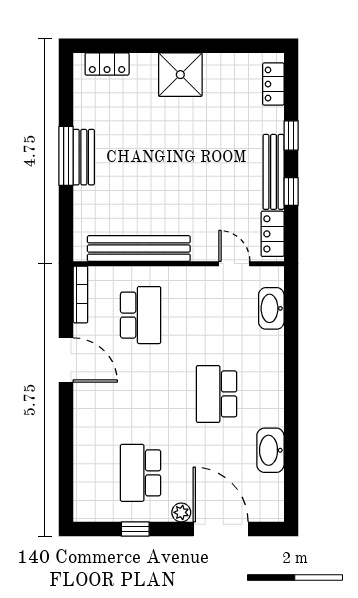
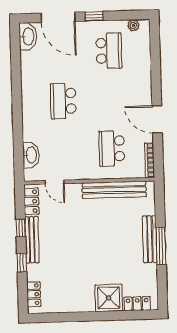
shower: (180, 75) -> (109, 298), moved
bench: (84, 157) -> (150, 239), width x1.36
school desk: (217, 394) -> (63, 101), turned 180
washbasin: (270, 450) -> (28, 36), moved
plant: (181, 512) -> (133, 25), moved
window: (135, 529) -> (94, 16), moved

